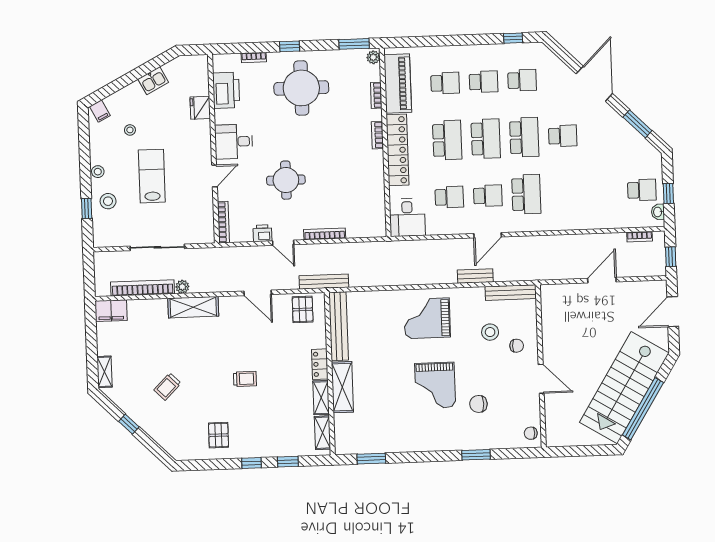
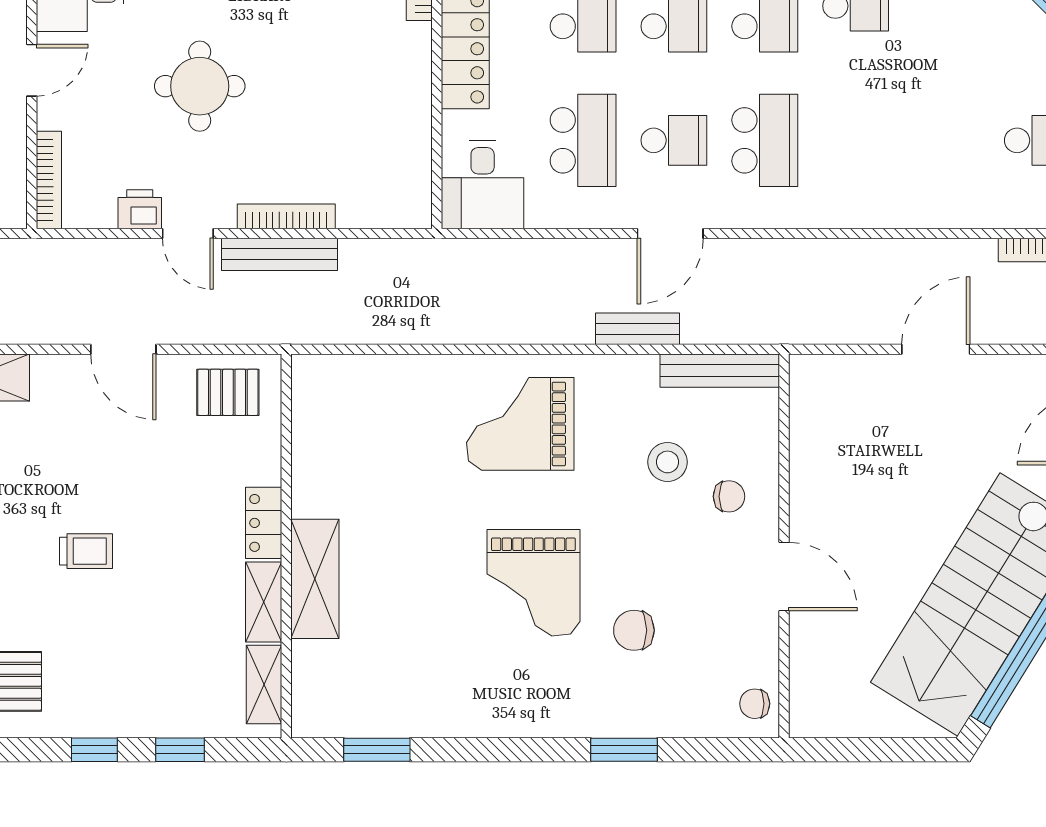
school desk: (449, 197) -> (583, 140), width x1.85
bench: (324, 282) -> (279, 254), moved
pallet: (303, 309) -> (228, 392), turned 90
bench: (339, 326) -> (311, 435), removed

